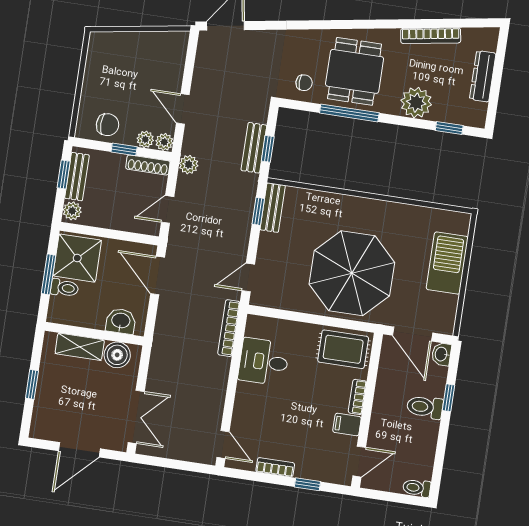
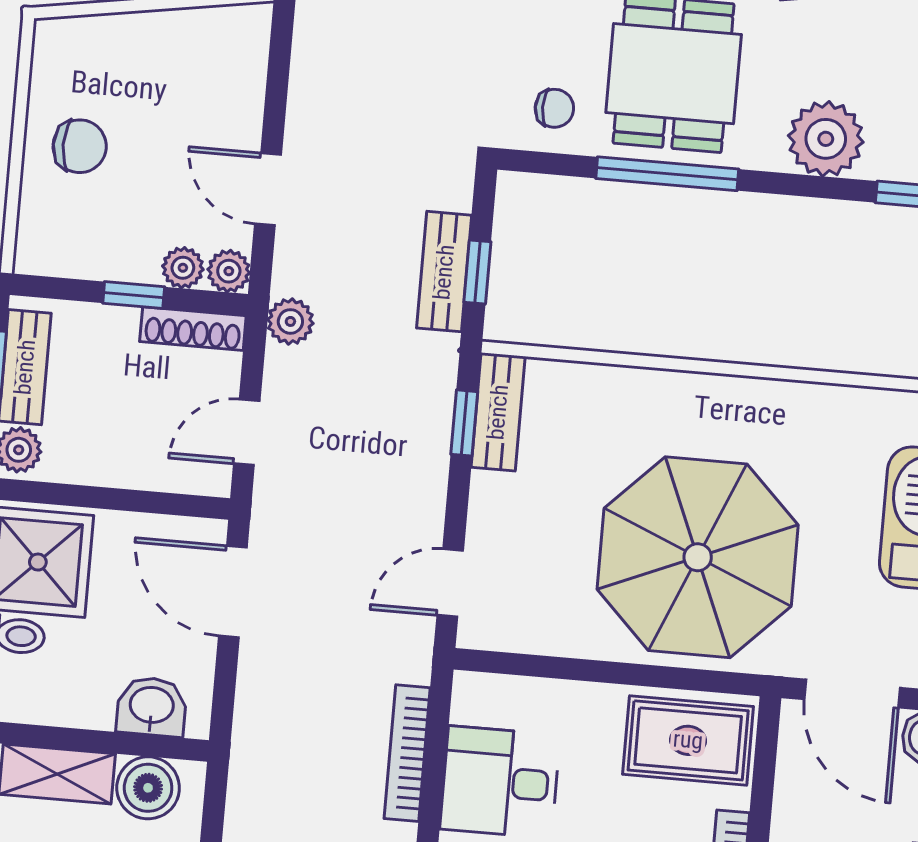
chair: (108, 125) -> (80, 146), moved
bookcase: (229, 328) -> (407, 753), moved

